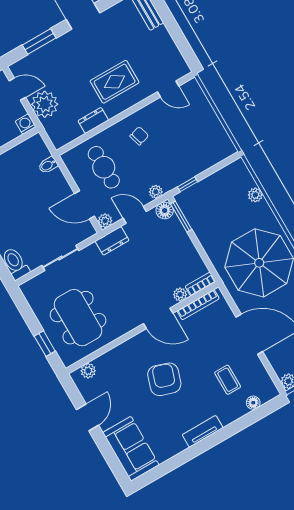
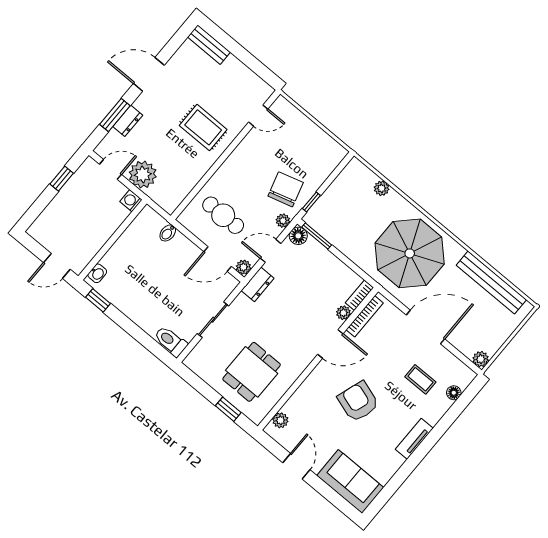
rug: (115, 82) -> (203, 127), turned 90
dresser: (93, 120) -> (128, 121), moved, turned 180
chair: (139, 136) -> (286, 189), moved, width x1.87, depth x1.87
dining table: (78, 318) -> (252, 372), width x0.73

